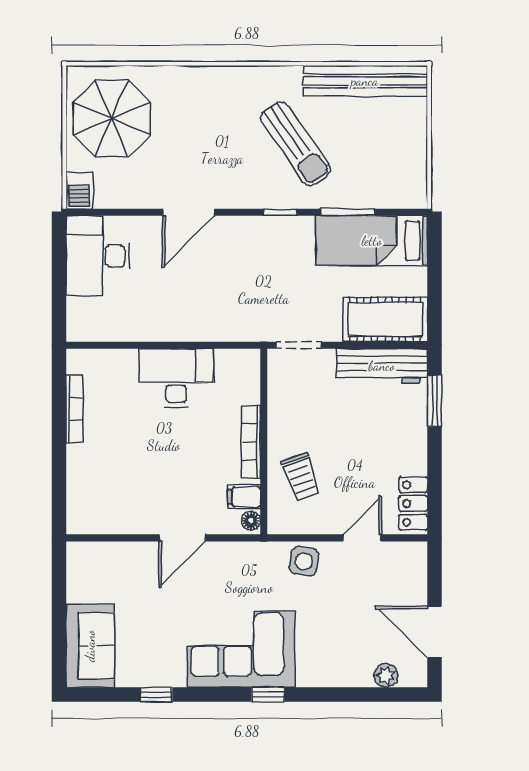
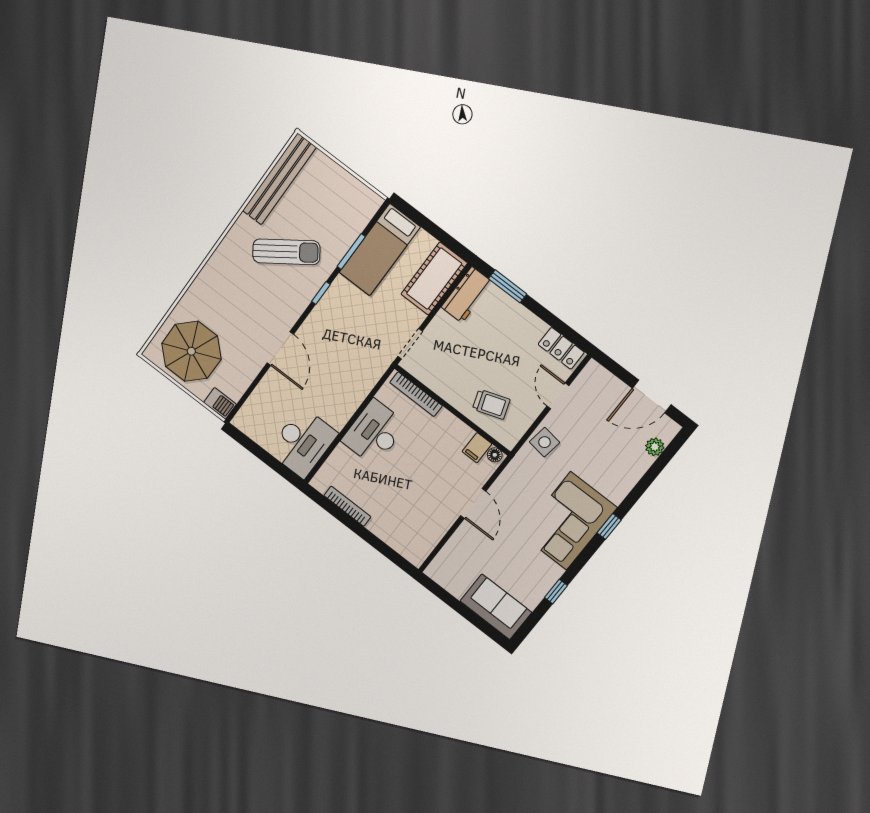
desk: (98, 256) -> (303, 442), moved, turned -90
workbench: (382, 366) -> (467, 295), width x0.73
bookcase: (251, 442) -> (416, 394), moved

